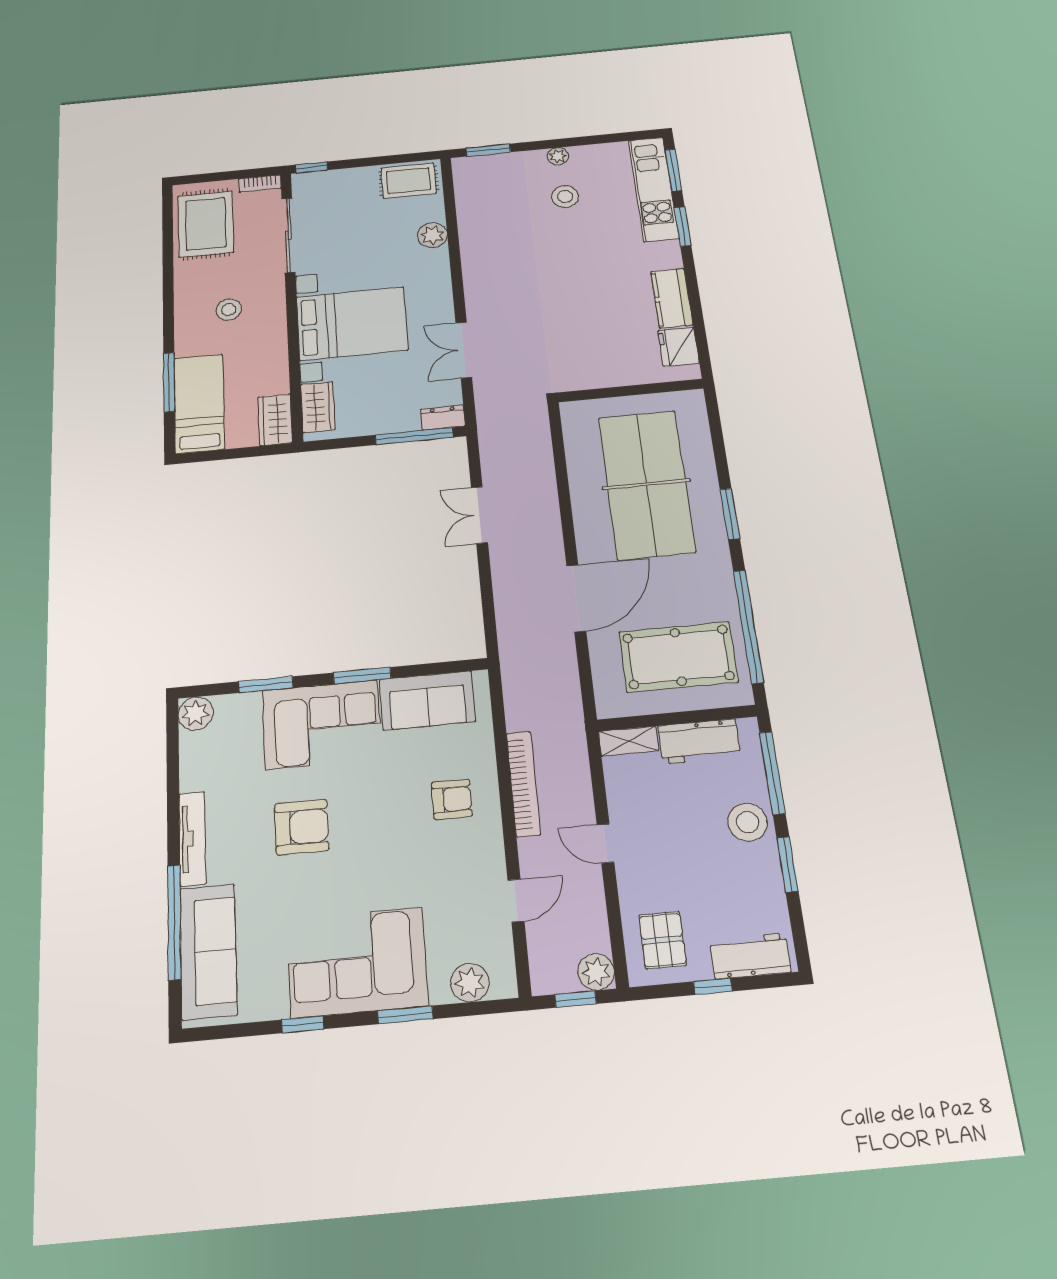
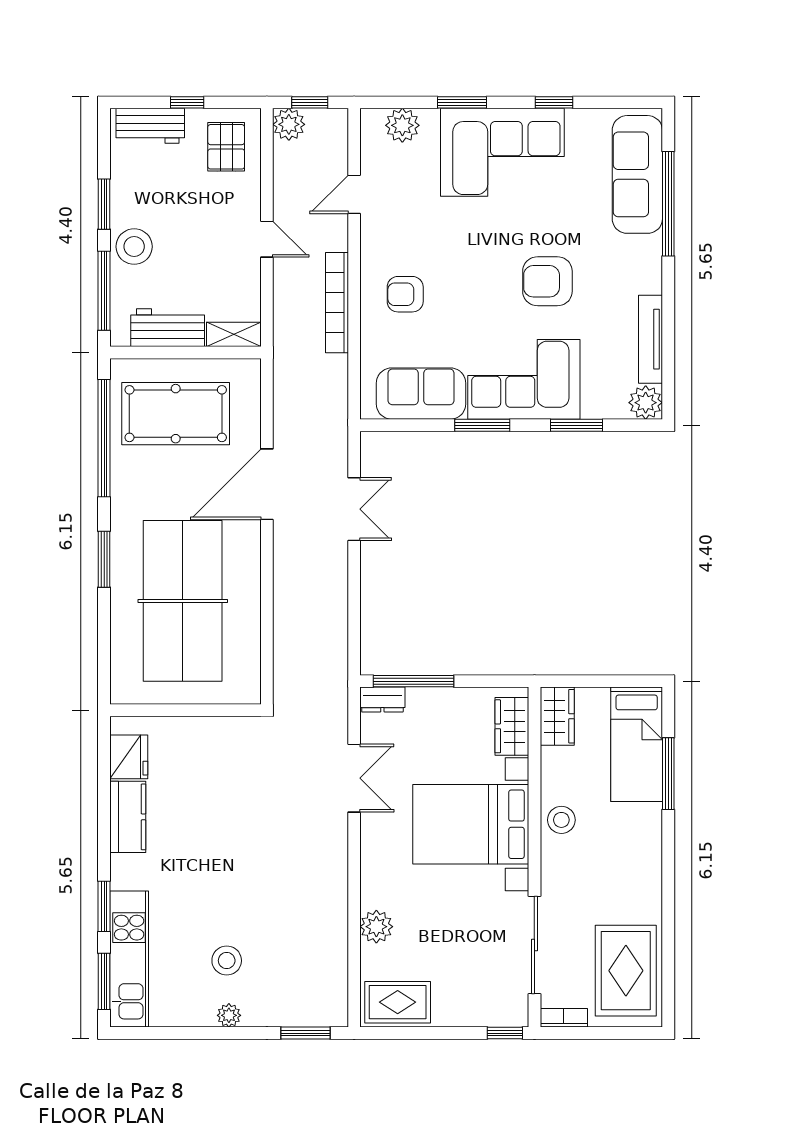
stool: (229, 310) -> (561, 820), moved
double door: (479, 515) -> (354, 509), moved
tv unit: (192, 839) -> (650, 339), moved

